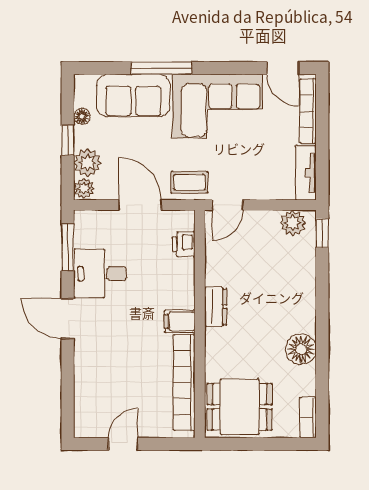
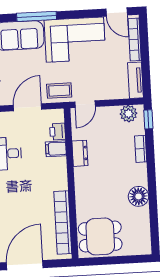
door: (140, 205) -> (28, 107), hinge flipped
dresser: (216, 307) -> (80, 153), moved
filing cabinet: (180, 321) -> (56, 149), moved
bookcase: (308, 417) -> (141, 149), moved
door: (123, 444) -> (25, 265), width x1.88

